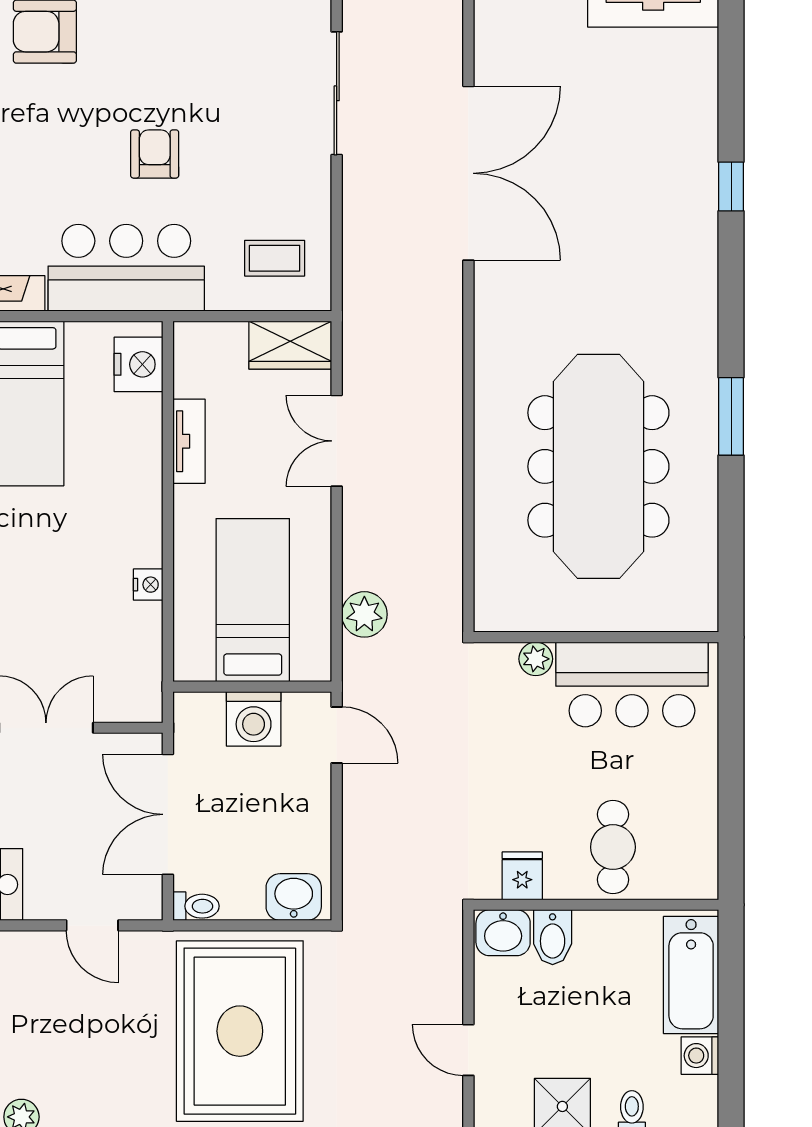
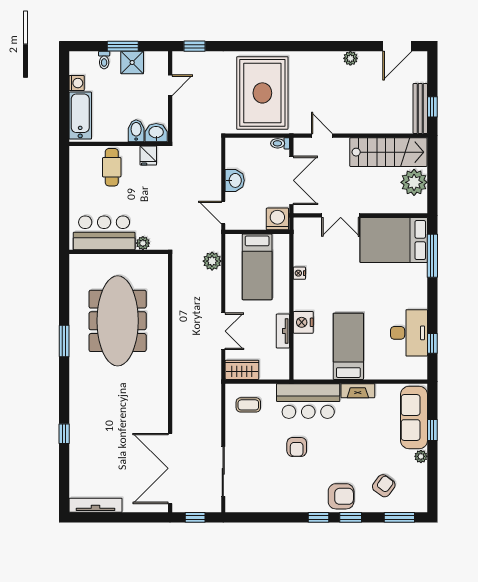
double door: (468, 173) -> (170, 468), moved
nightstand: (139, 364) -> (303, 322), moved
washing machine: (254, 719) -> (277, 219), moved
washbasin: (294, 897) -> (235, 180), moved, turned -90
door: (468, 1050) -> (170, 85), hinge flipped

